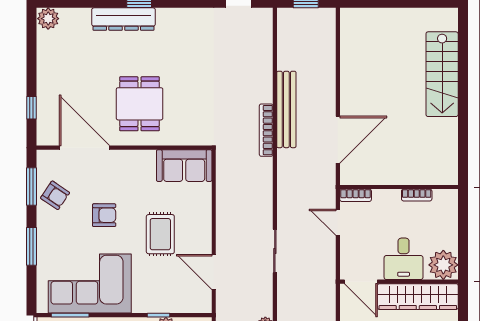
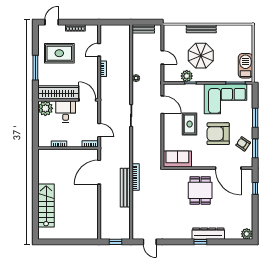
armchair: (104, 215) -> (218, 134), width x1.88, depth x1.88

